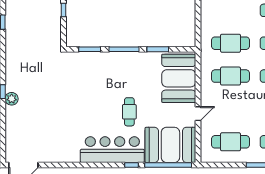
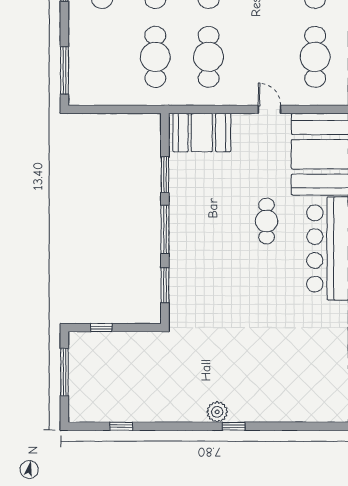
booth: (179, 78) -> (202, 133), width x0.73, depth x0.70
plant: (12, 99) -> (217, 412), moved
cafe table: (129, 112) -> (267, 221), turned 90

